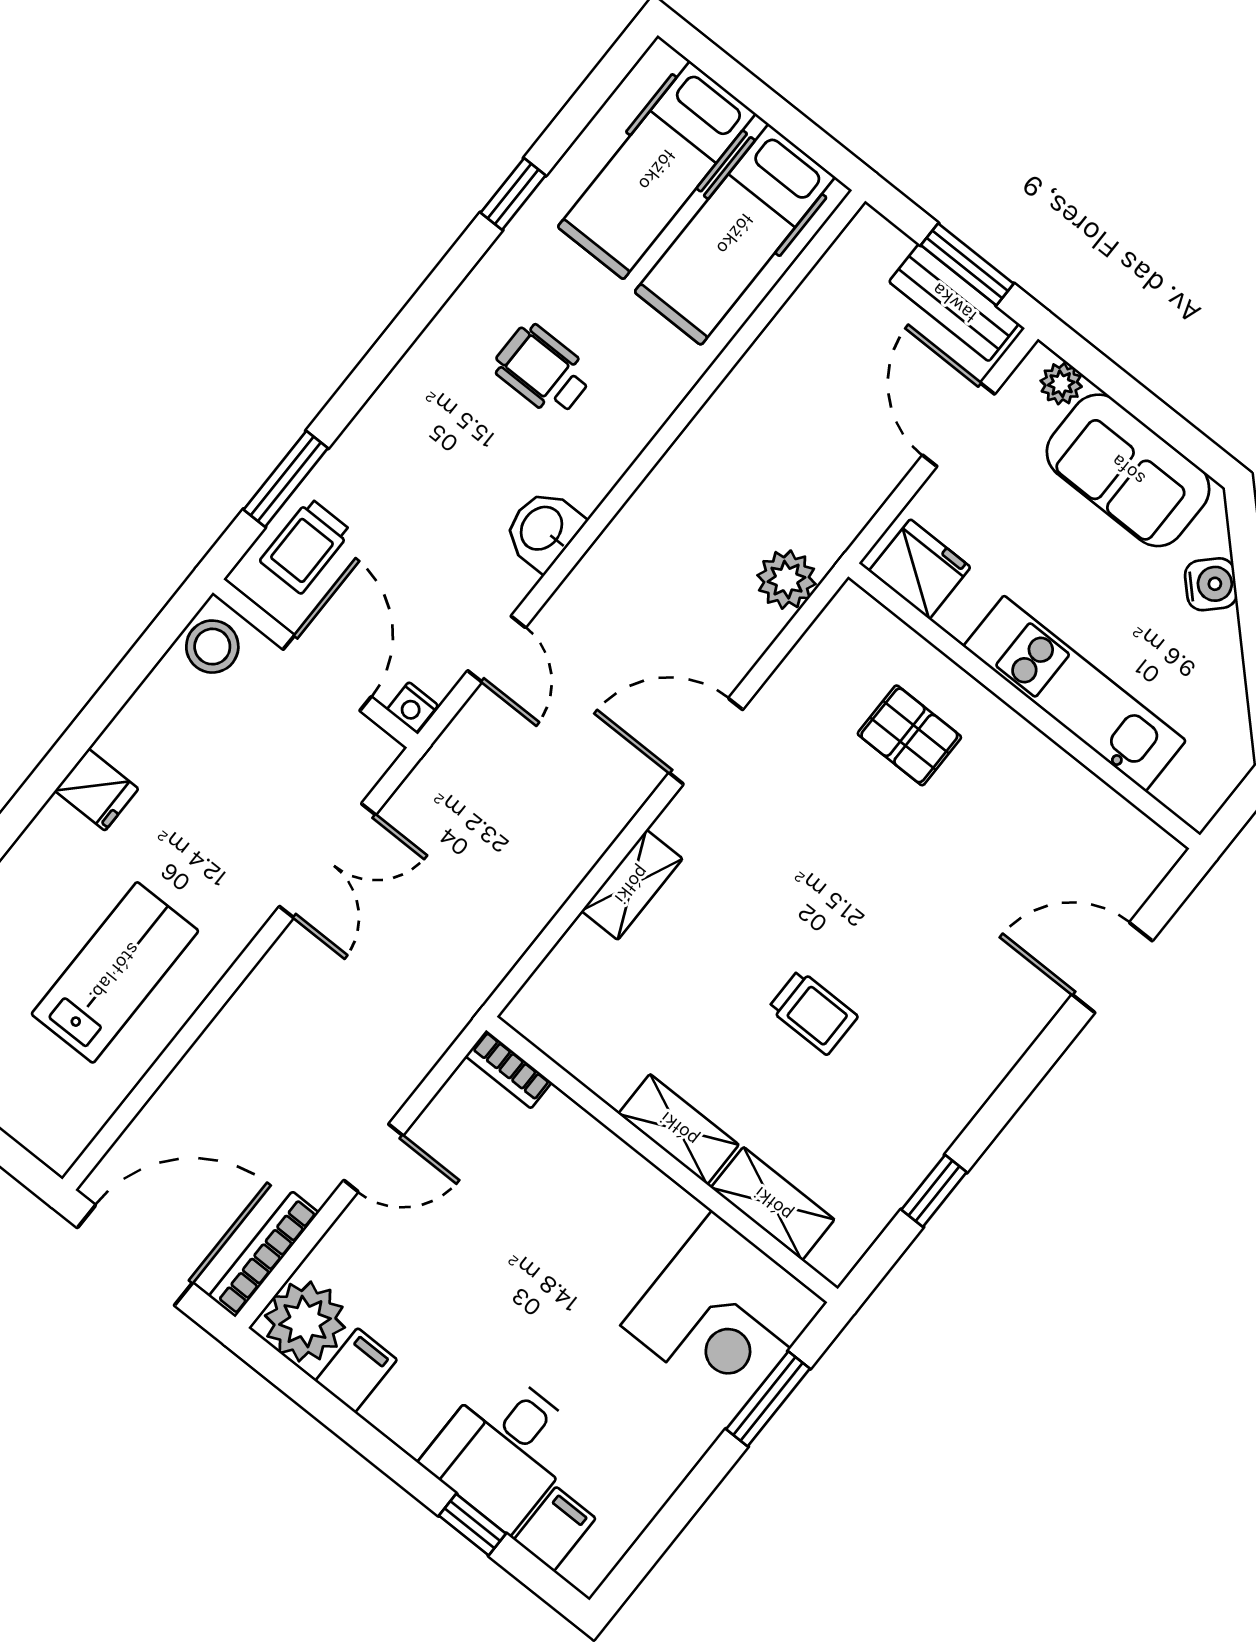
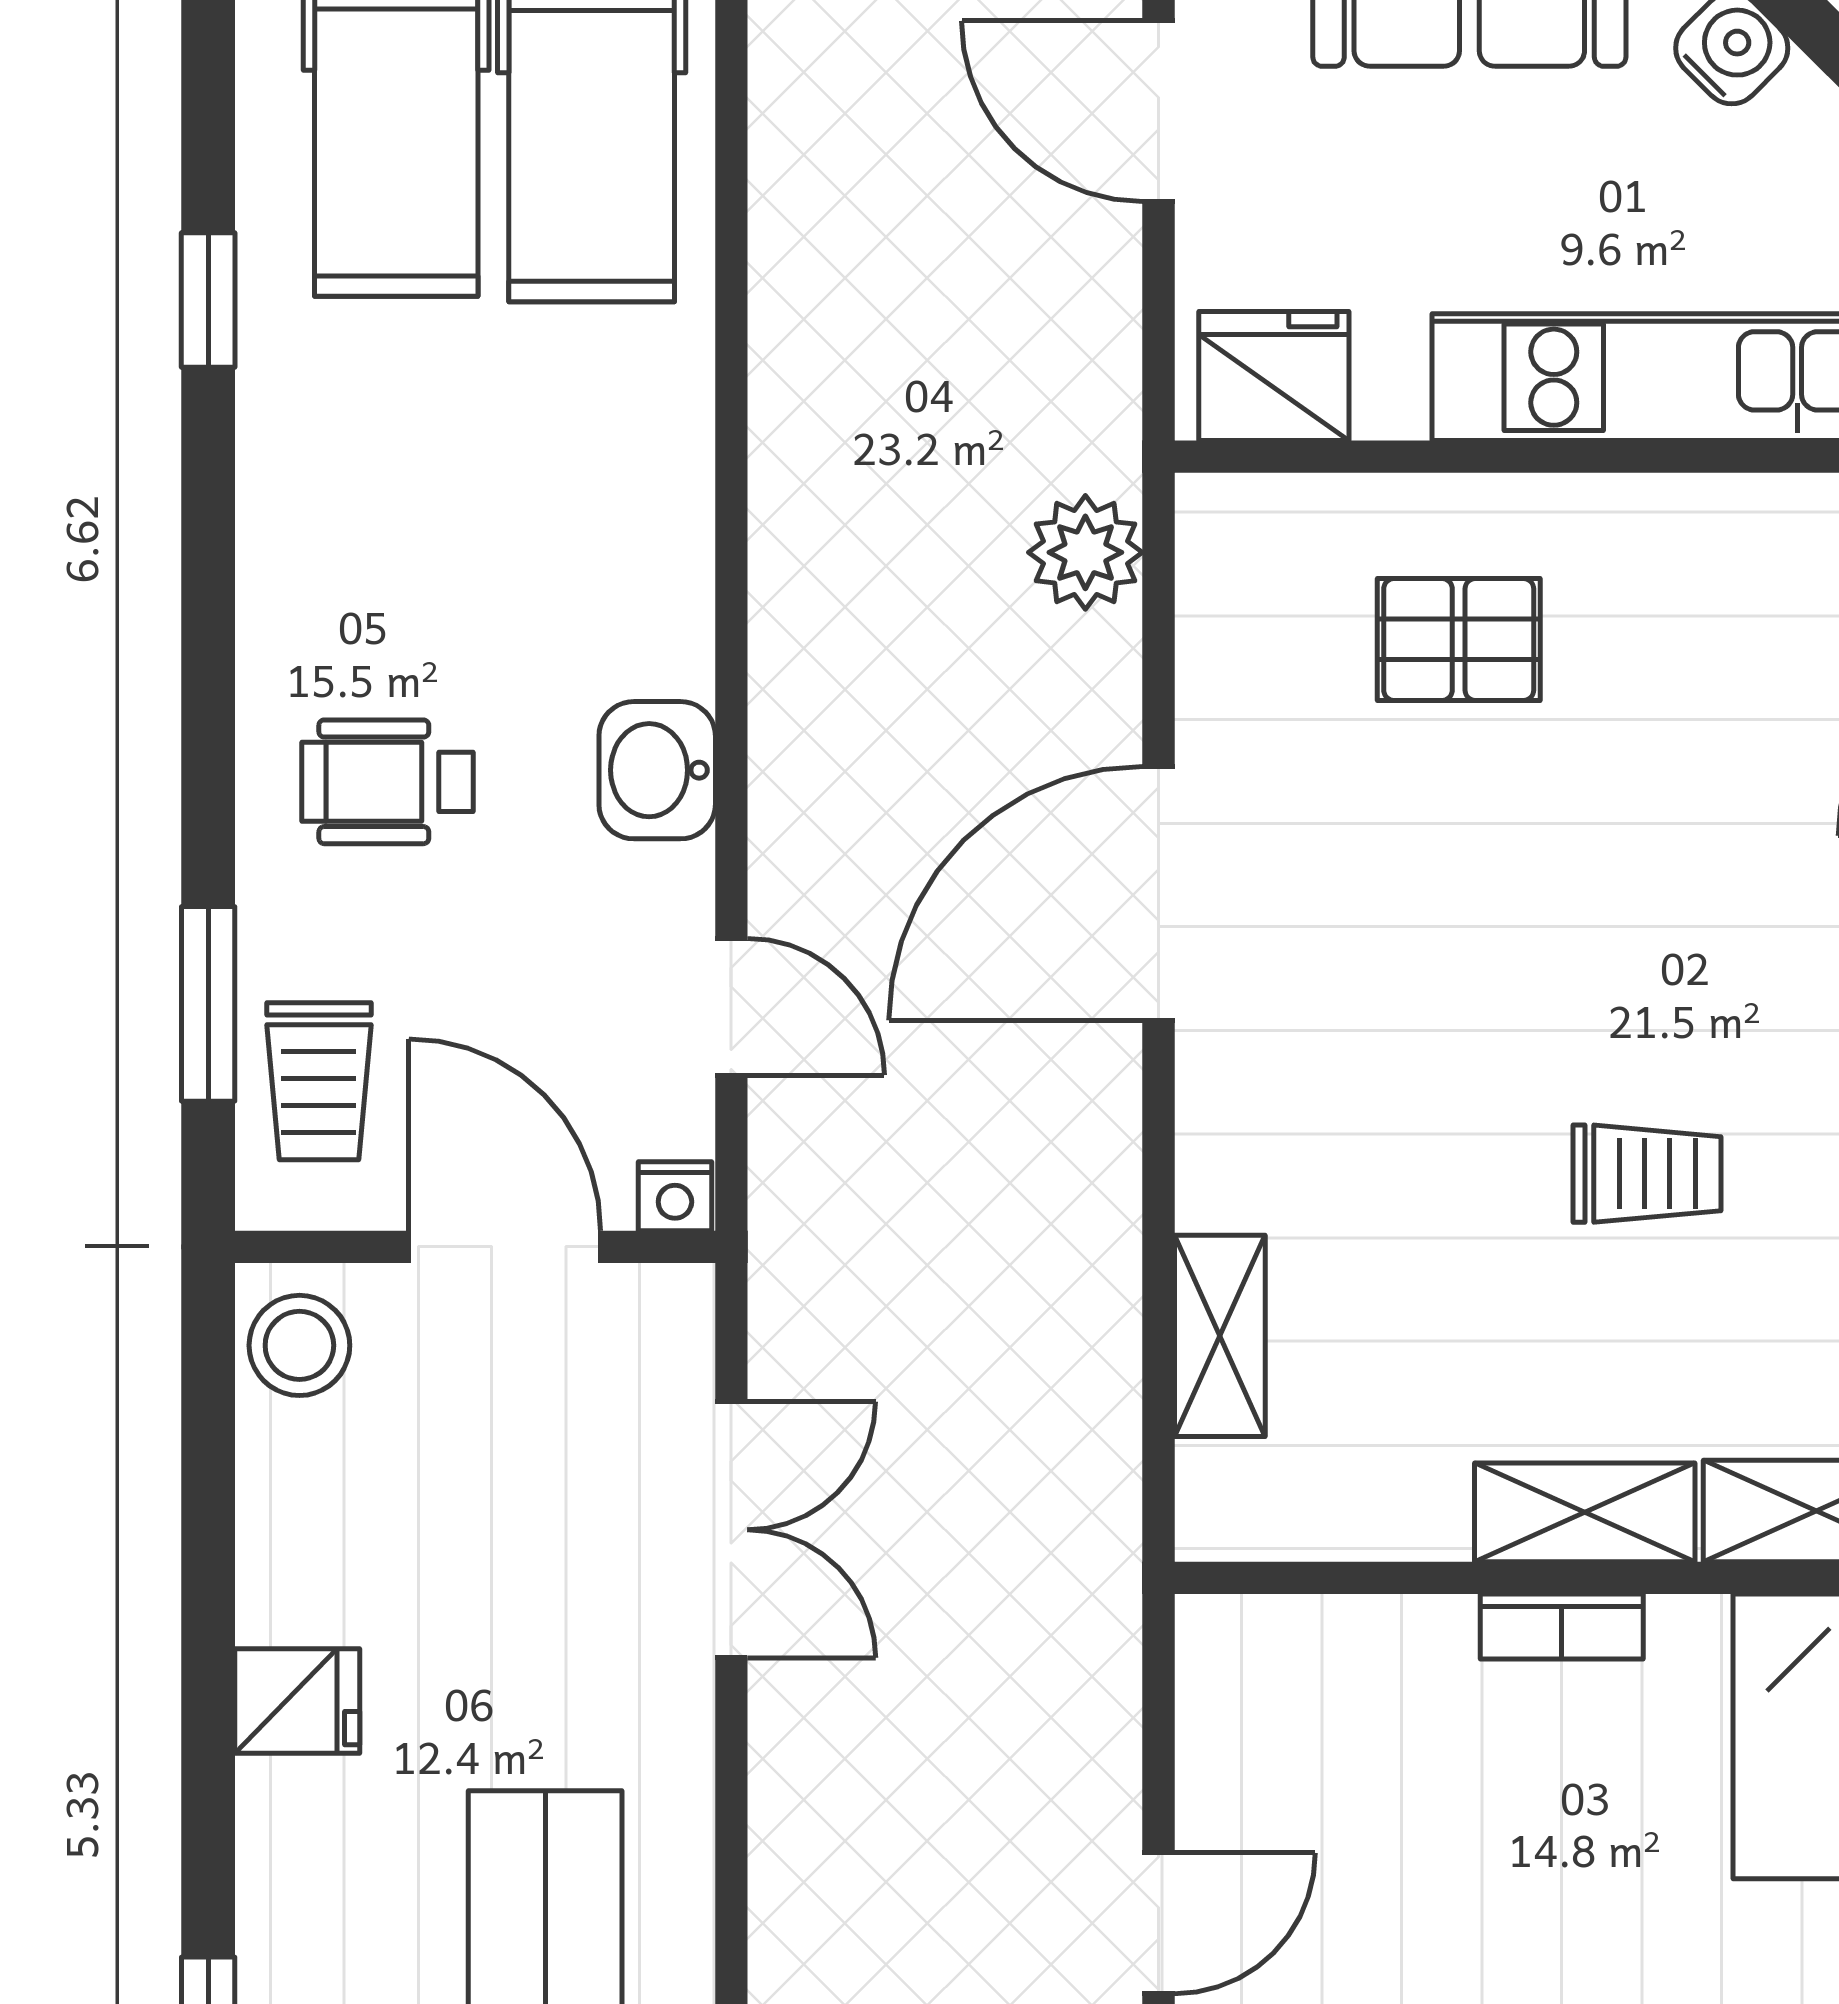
wheelchair: (543, 370) -> (387, 782), moved
door: (706, 741) -> (1159, 893), width x1.36
shelving: (632, 885) -> (1220, 1336), moved
bookcase: (509, 1069) -> (1562, 1626), moved

